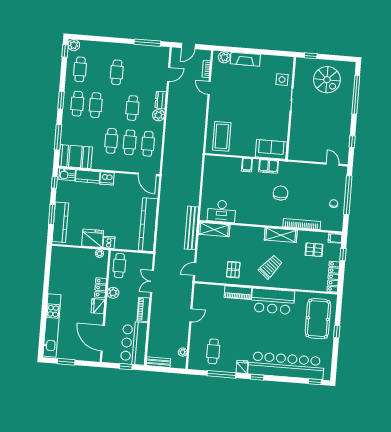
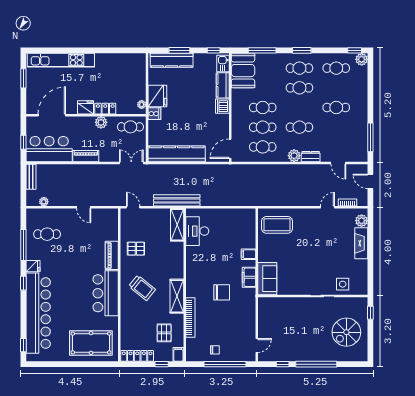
window: (356, 95) -> (316, 364), moved
double door: (152, 281) -> (131, 163), moved
window: (337, 332) -> (79, 364), removed

